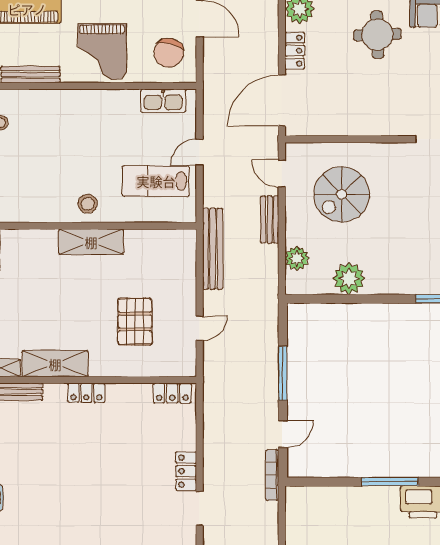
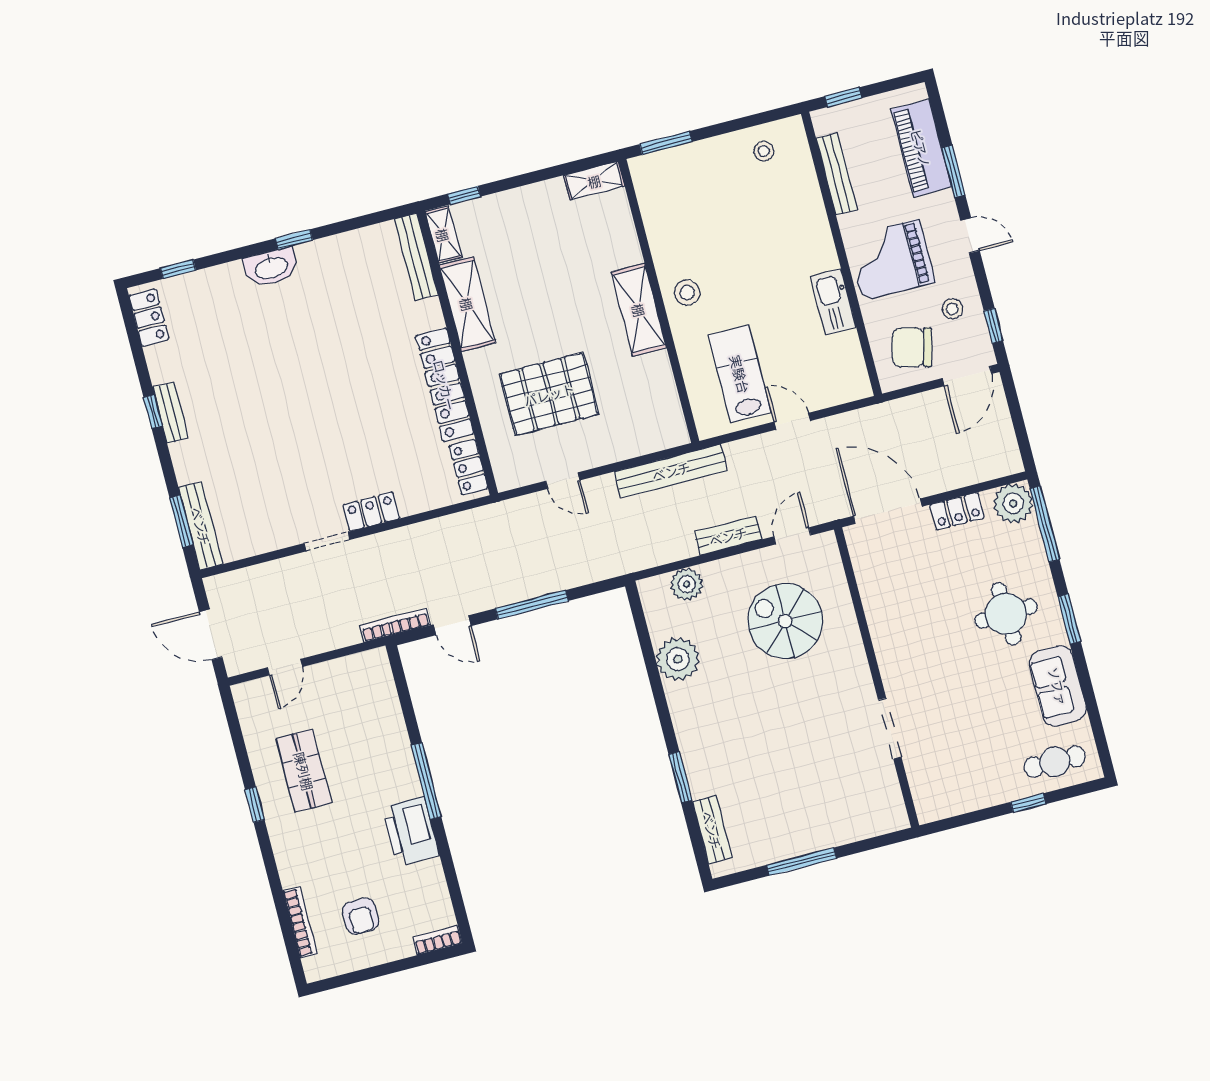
stool: (149, 17) -> (952, 309), added
kitchen sink: (163, 101) -> (833, 302), moved
pallet: (135, 322) -> (549, 394), width x1.37, depth x1.41
locker: (86, 393) -> (445, 385), width x2.16, depth x1.21

